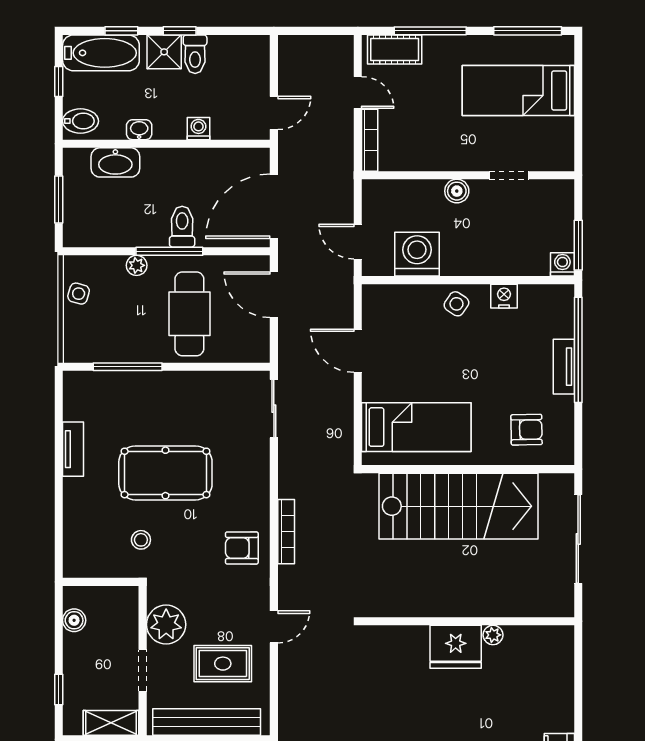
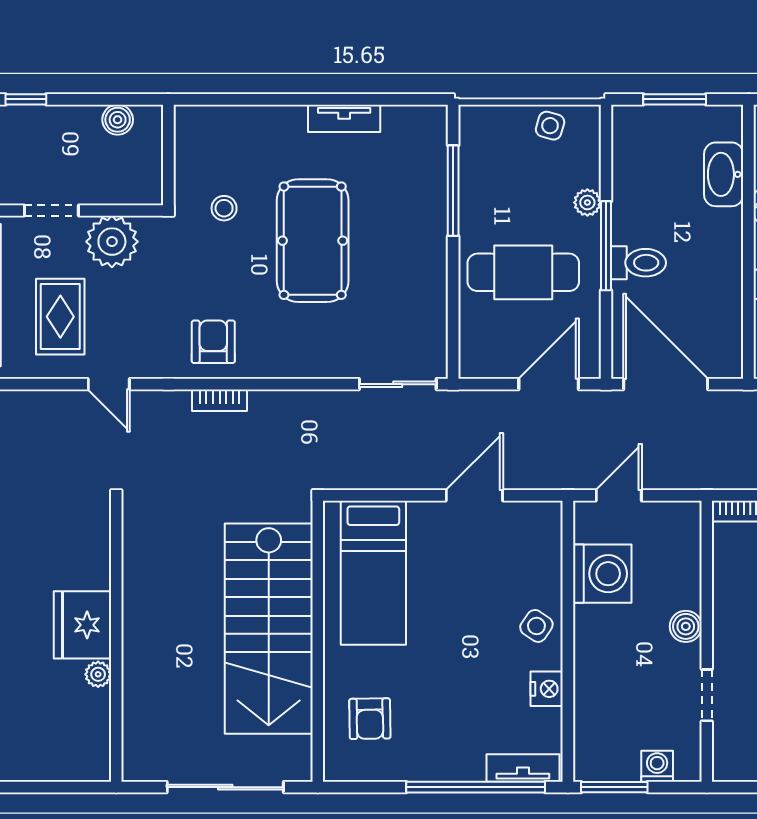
washing machine: (562, 264) -> (657, 766), moved, turned -90
tv unit: (564, 367) -> (523, 768), moved
bookcase: (286, 532) -> (220, 400), width x0.64

